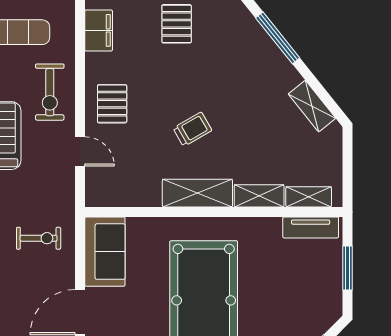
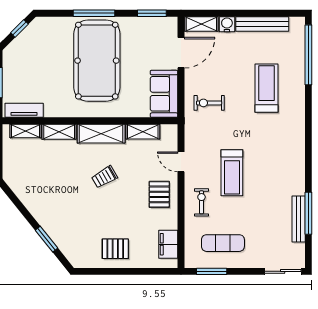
pallet: (177, 24) -> (115, 249), turned 90
window: (278, 38) -> (46, 239), width x0.69
exercise bike: (50, 92) -> (201, 202), width x0.73, depth x0.72
shelving: (312, 106) -> (143, 132), moved, turned -51

